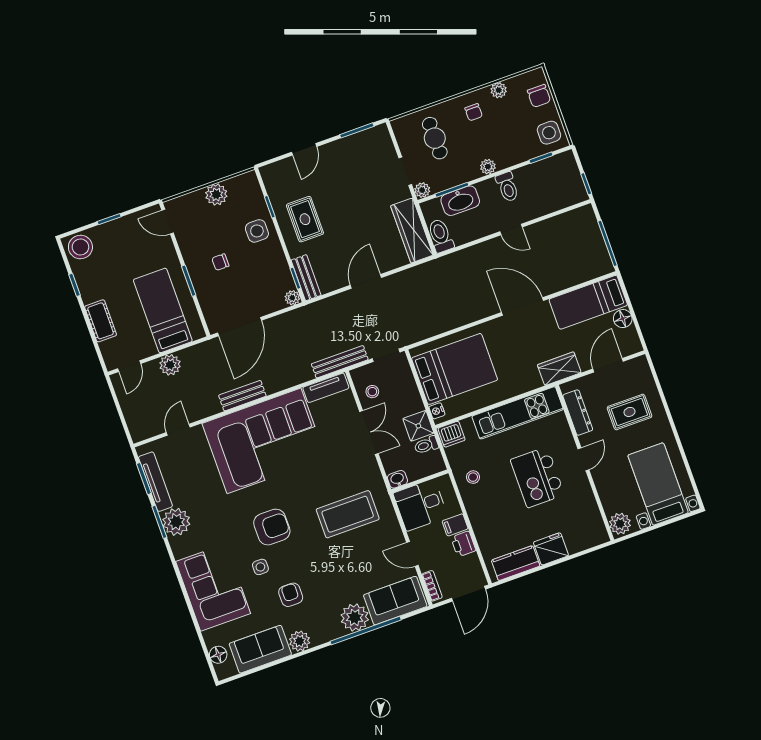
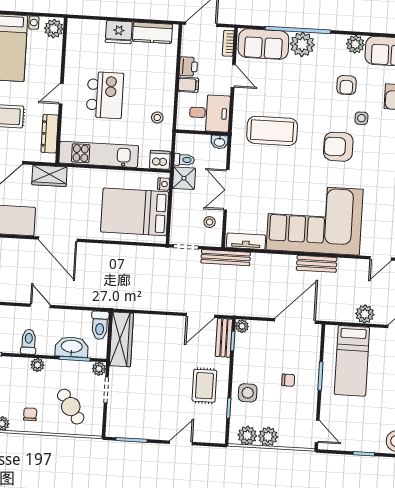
cafe table: (435, 138) -> (71, 407), turned -34
plant: (238, 186) -> (247, 435), added
door: (366, 281) -> (200, 315), moved

